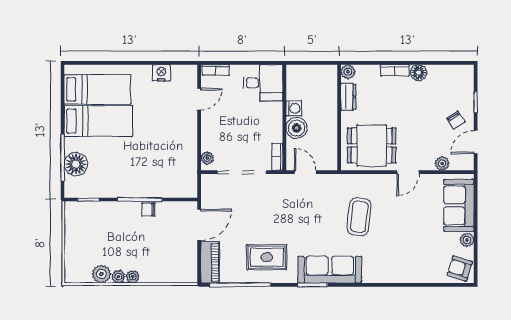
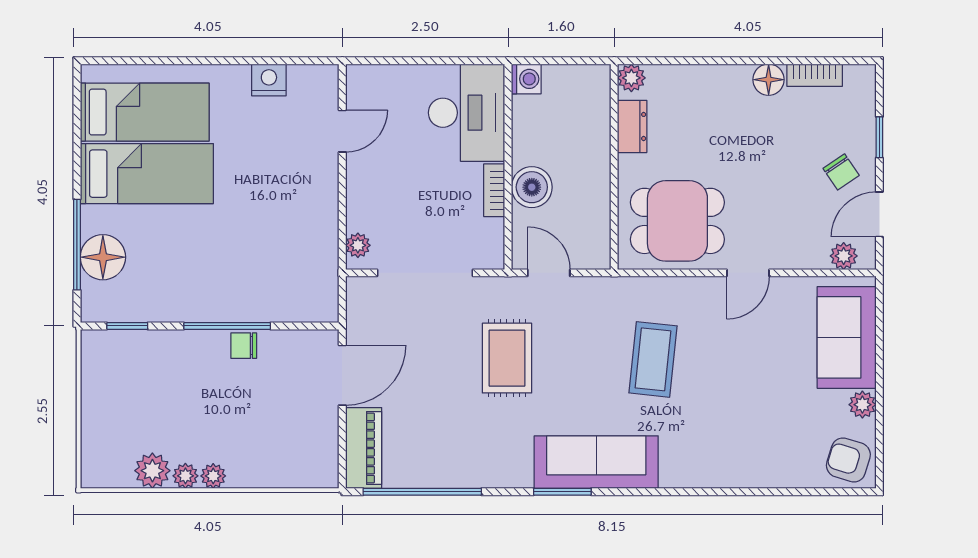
bookcase: (216, 70) -> (374, 75), removed
bookcase: (395, 70) -> (815, 75), moved
desk: (263, 83) -> (467, 113), width x1.37
washing machine: (294, 108) -> (526, 79), moved
bookcase: (277, 157) -> (494, 190), moved
plant: (442, 163) -> (844, 256), moved
rug: (267, 257) -> (507, 358), moved, turned 90

